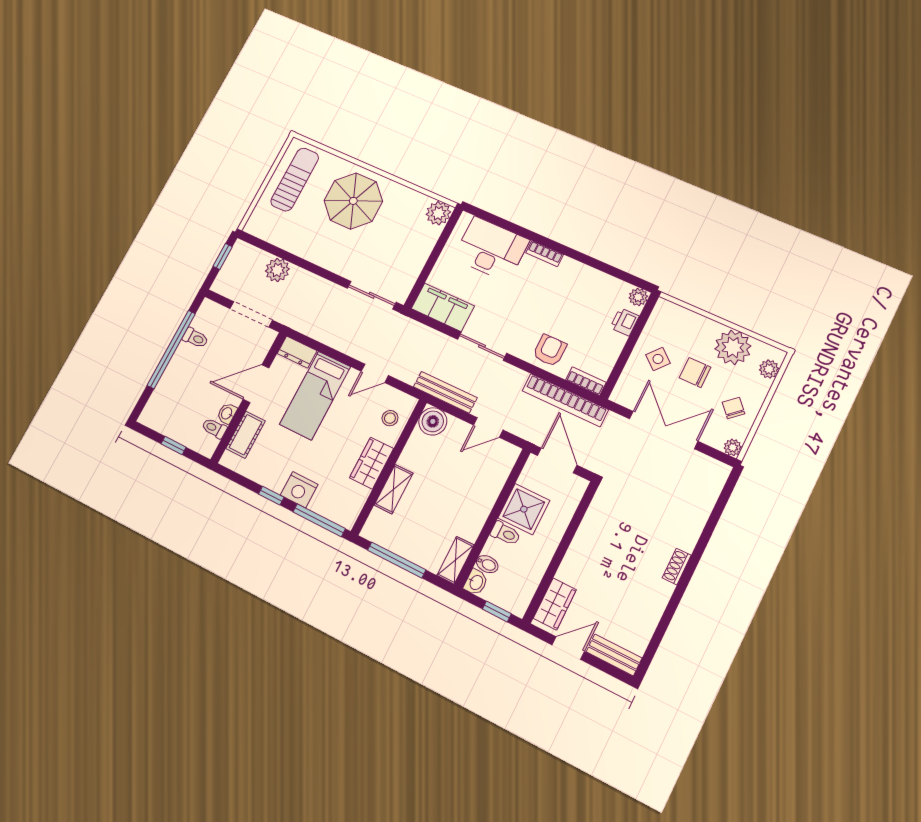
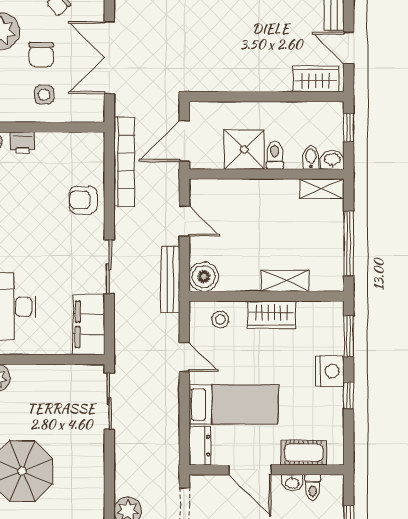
side table: (658, 359) -> (44, 95), turned -38
bookcase: (586, 381) -> (97, 151), removed
window: (319, 520) -> (349, 336), width x0.69

